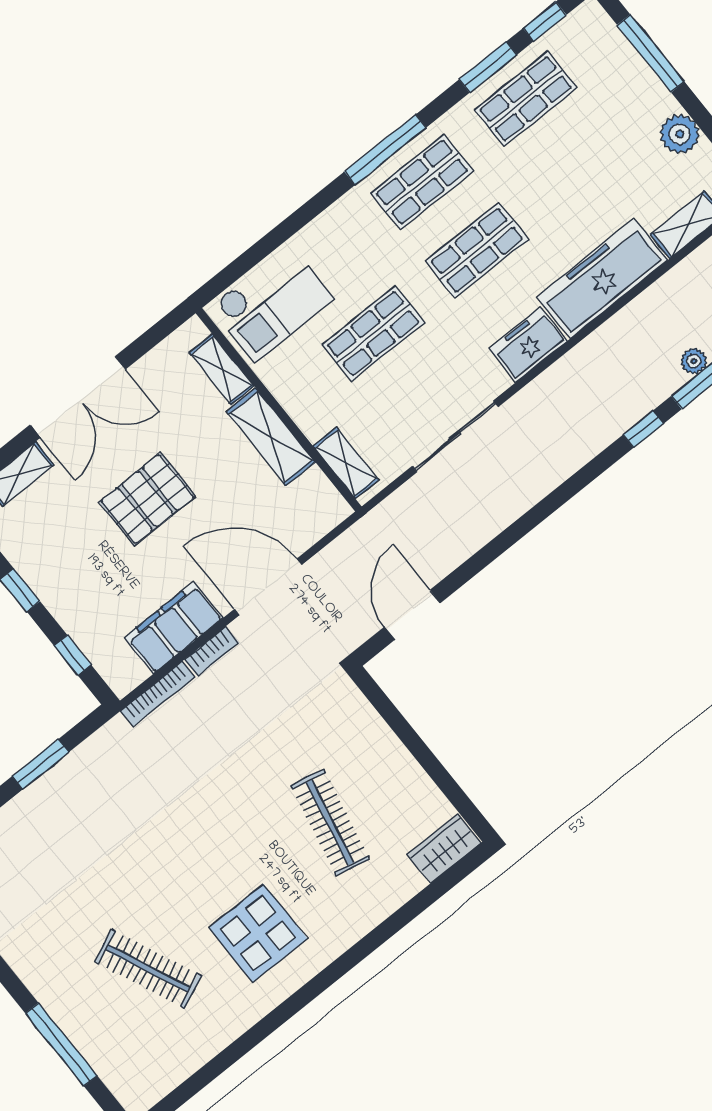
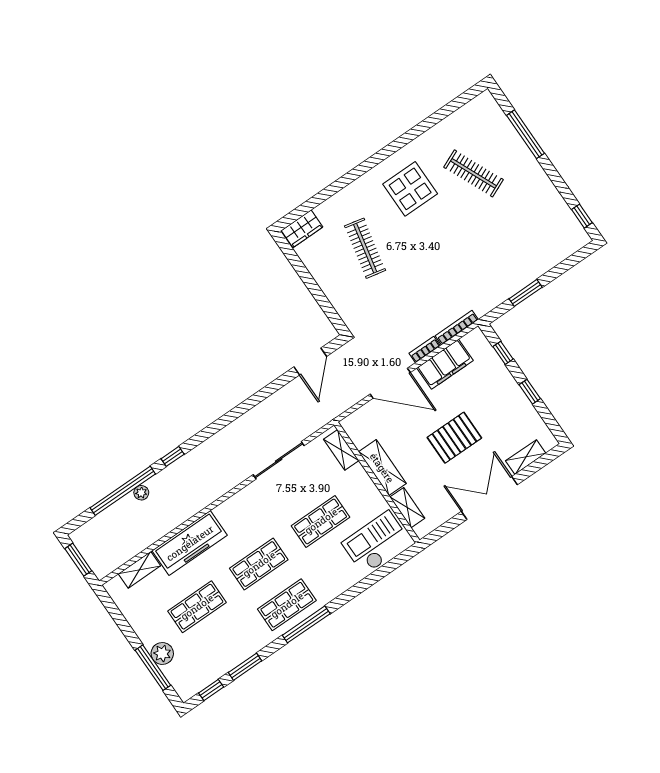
shop shelf: (526, 99) -> (197, 607), moved
plant: (680, 134) -> (162, 653), moved
freezer: (528, 345) -> (234, 509), removed

